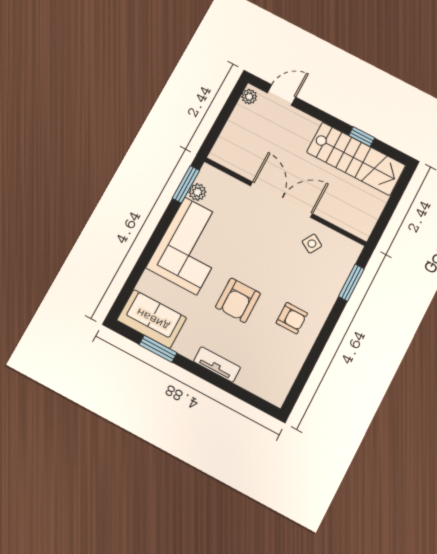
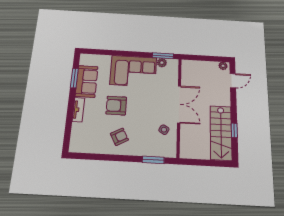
door: (282, 95) -> (233, 81), hinge flipped
armchair: (292, 318) -> (119, 137), turned -118
sofa: (152, 319) -> (87, 81), moved

